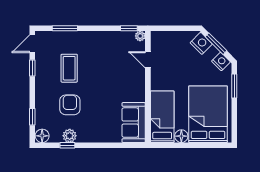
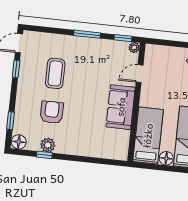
window: (65, 28) -> (87, 34), moved
door: (148, 60) -> (140, 74), hinge flipped
sofa: (134, 123) -> (121, 107), moved

